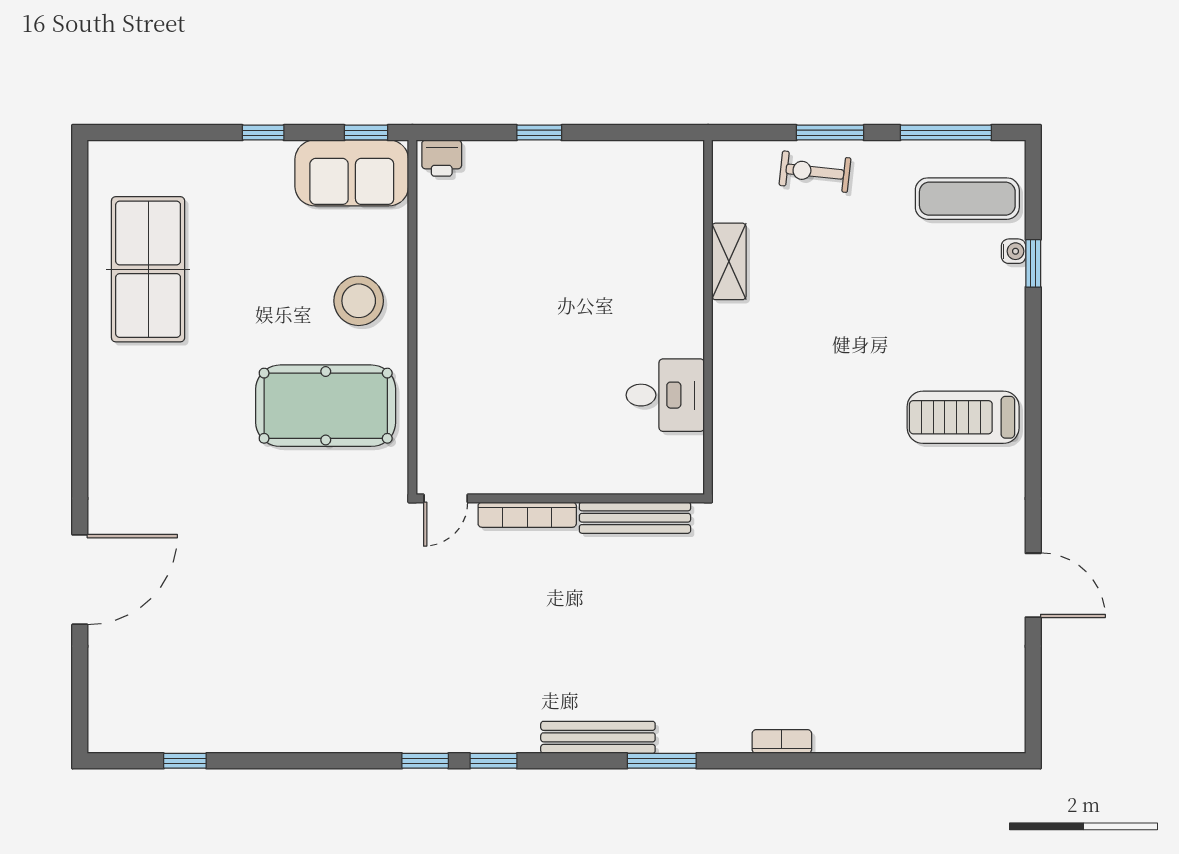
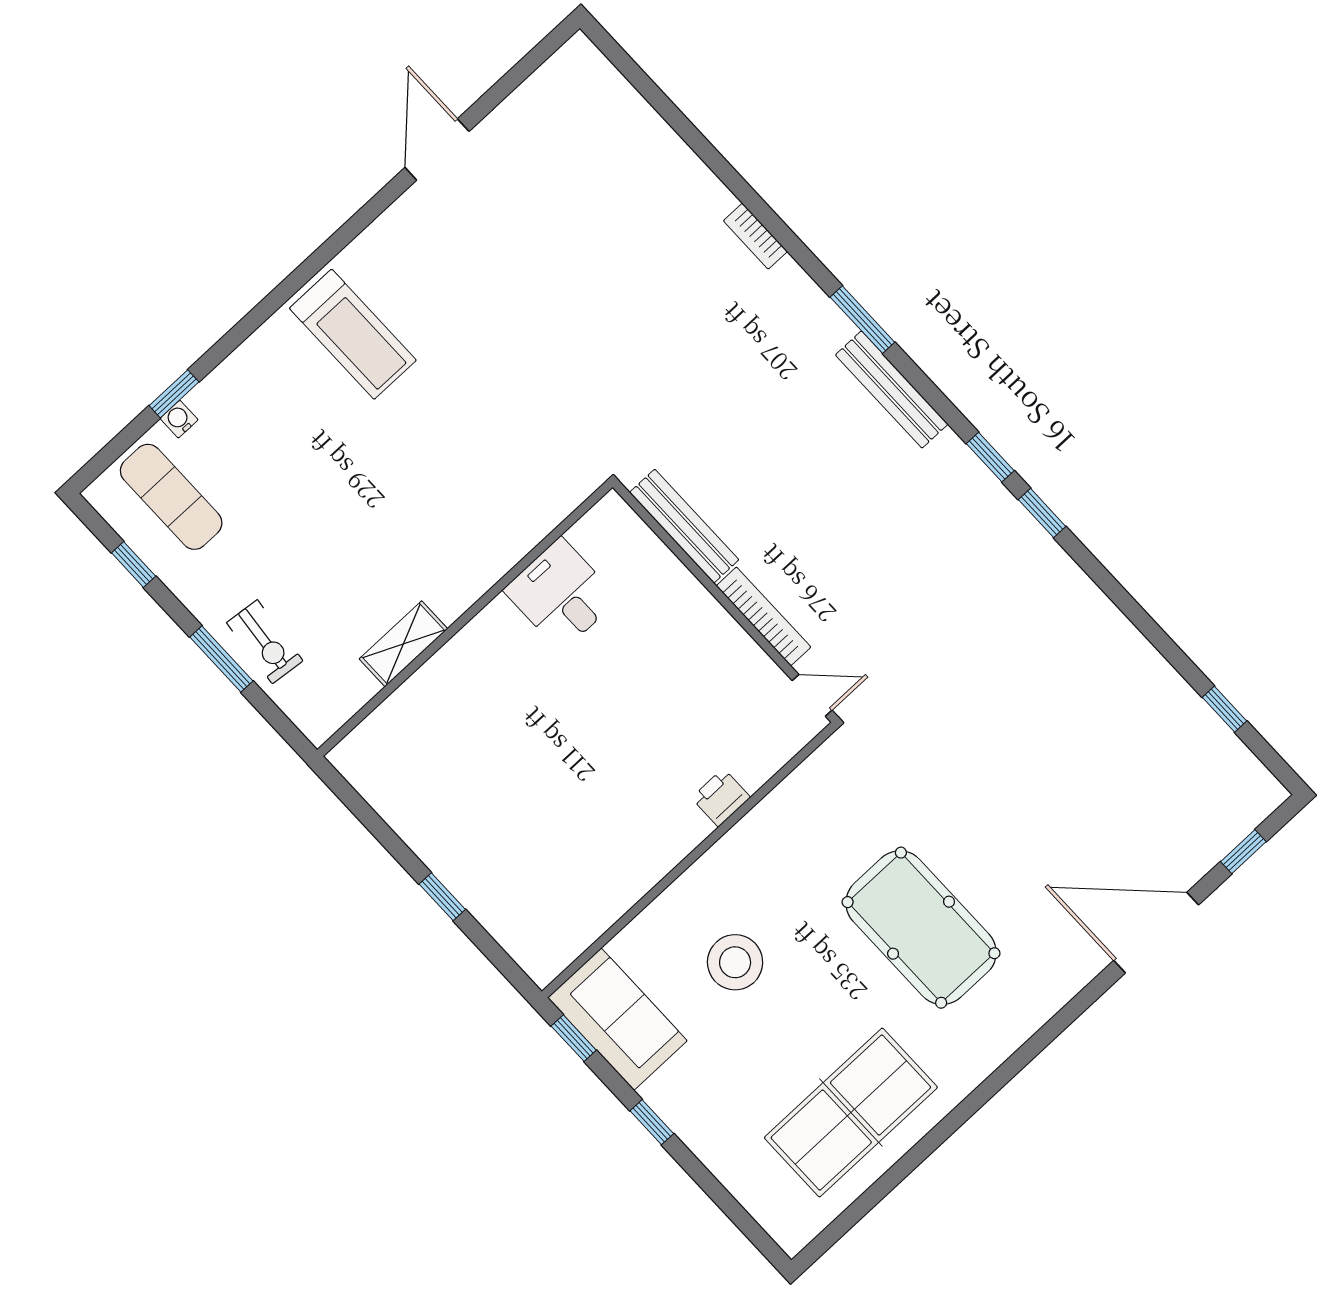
window: (946, 133) -> (134, 564), width x0.46
printer: (442, 158) -> (721, 798), moved, turned -90
stool: (359, 301) -> (735, 962), moved
pool table: (326, 406) -> (921, 928), moved
window: (80, 686) -> (1243, 852), added

